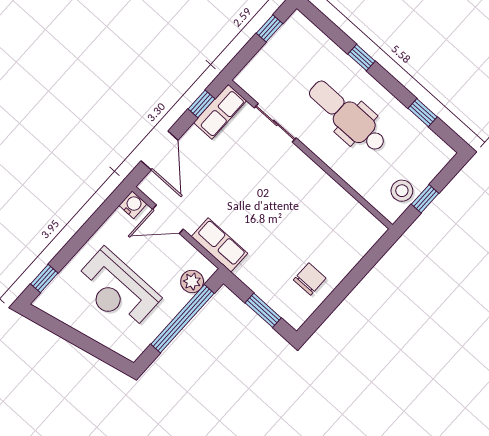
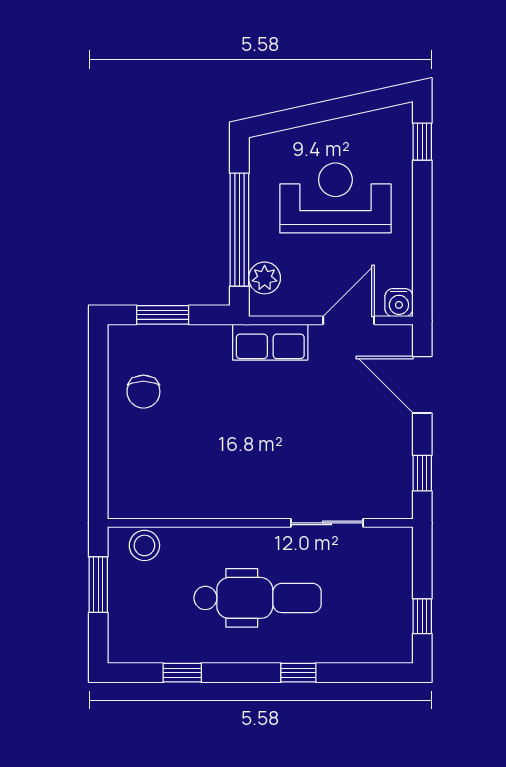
row of seats: (220, 112) -> (396, 483), removed
stool: (402, 191) -> (144, 545), moved
window: (425, 199) -> (98, 585), width x1.50

